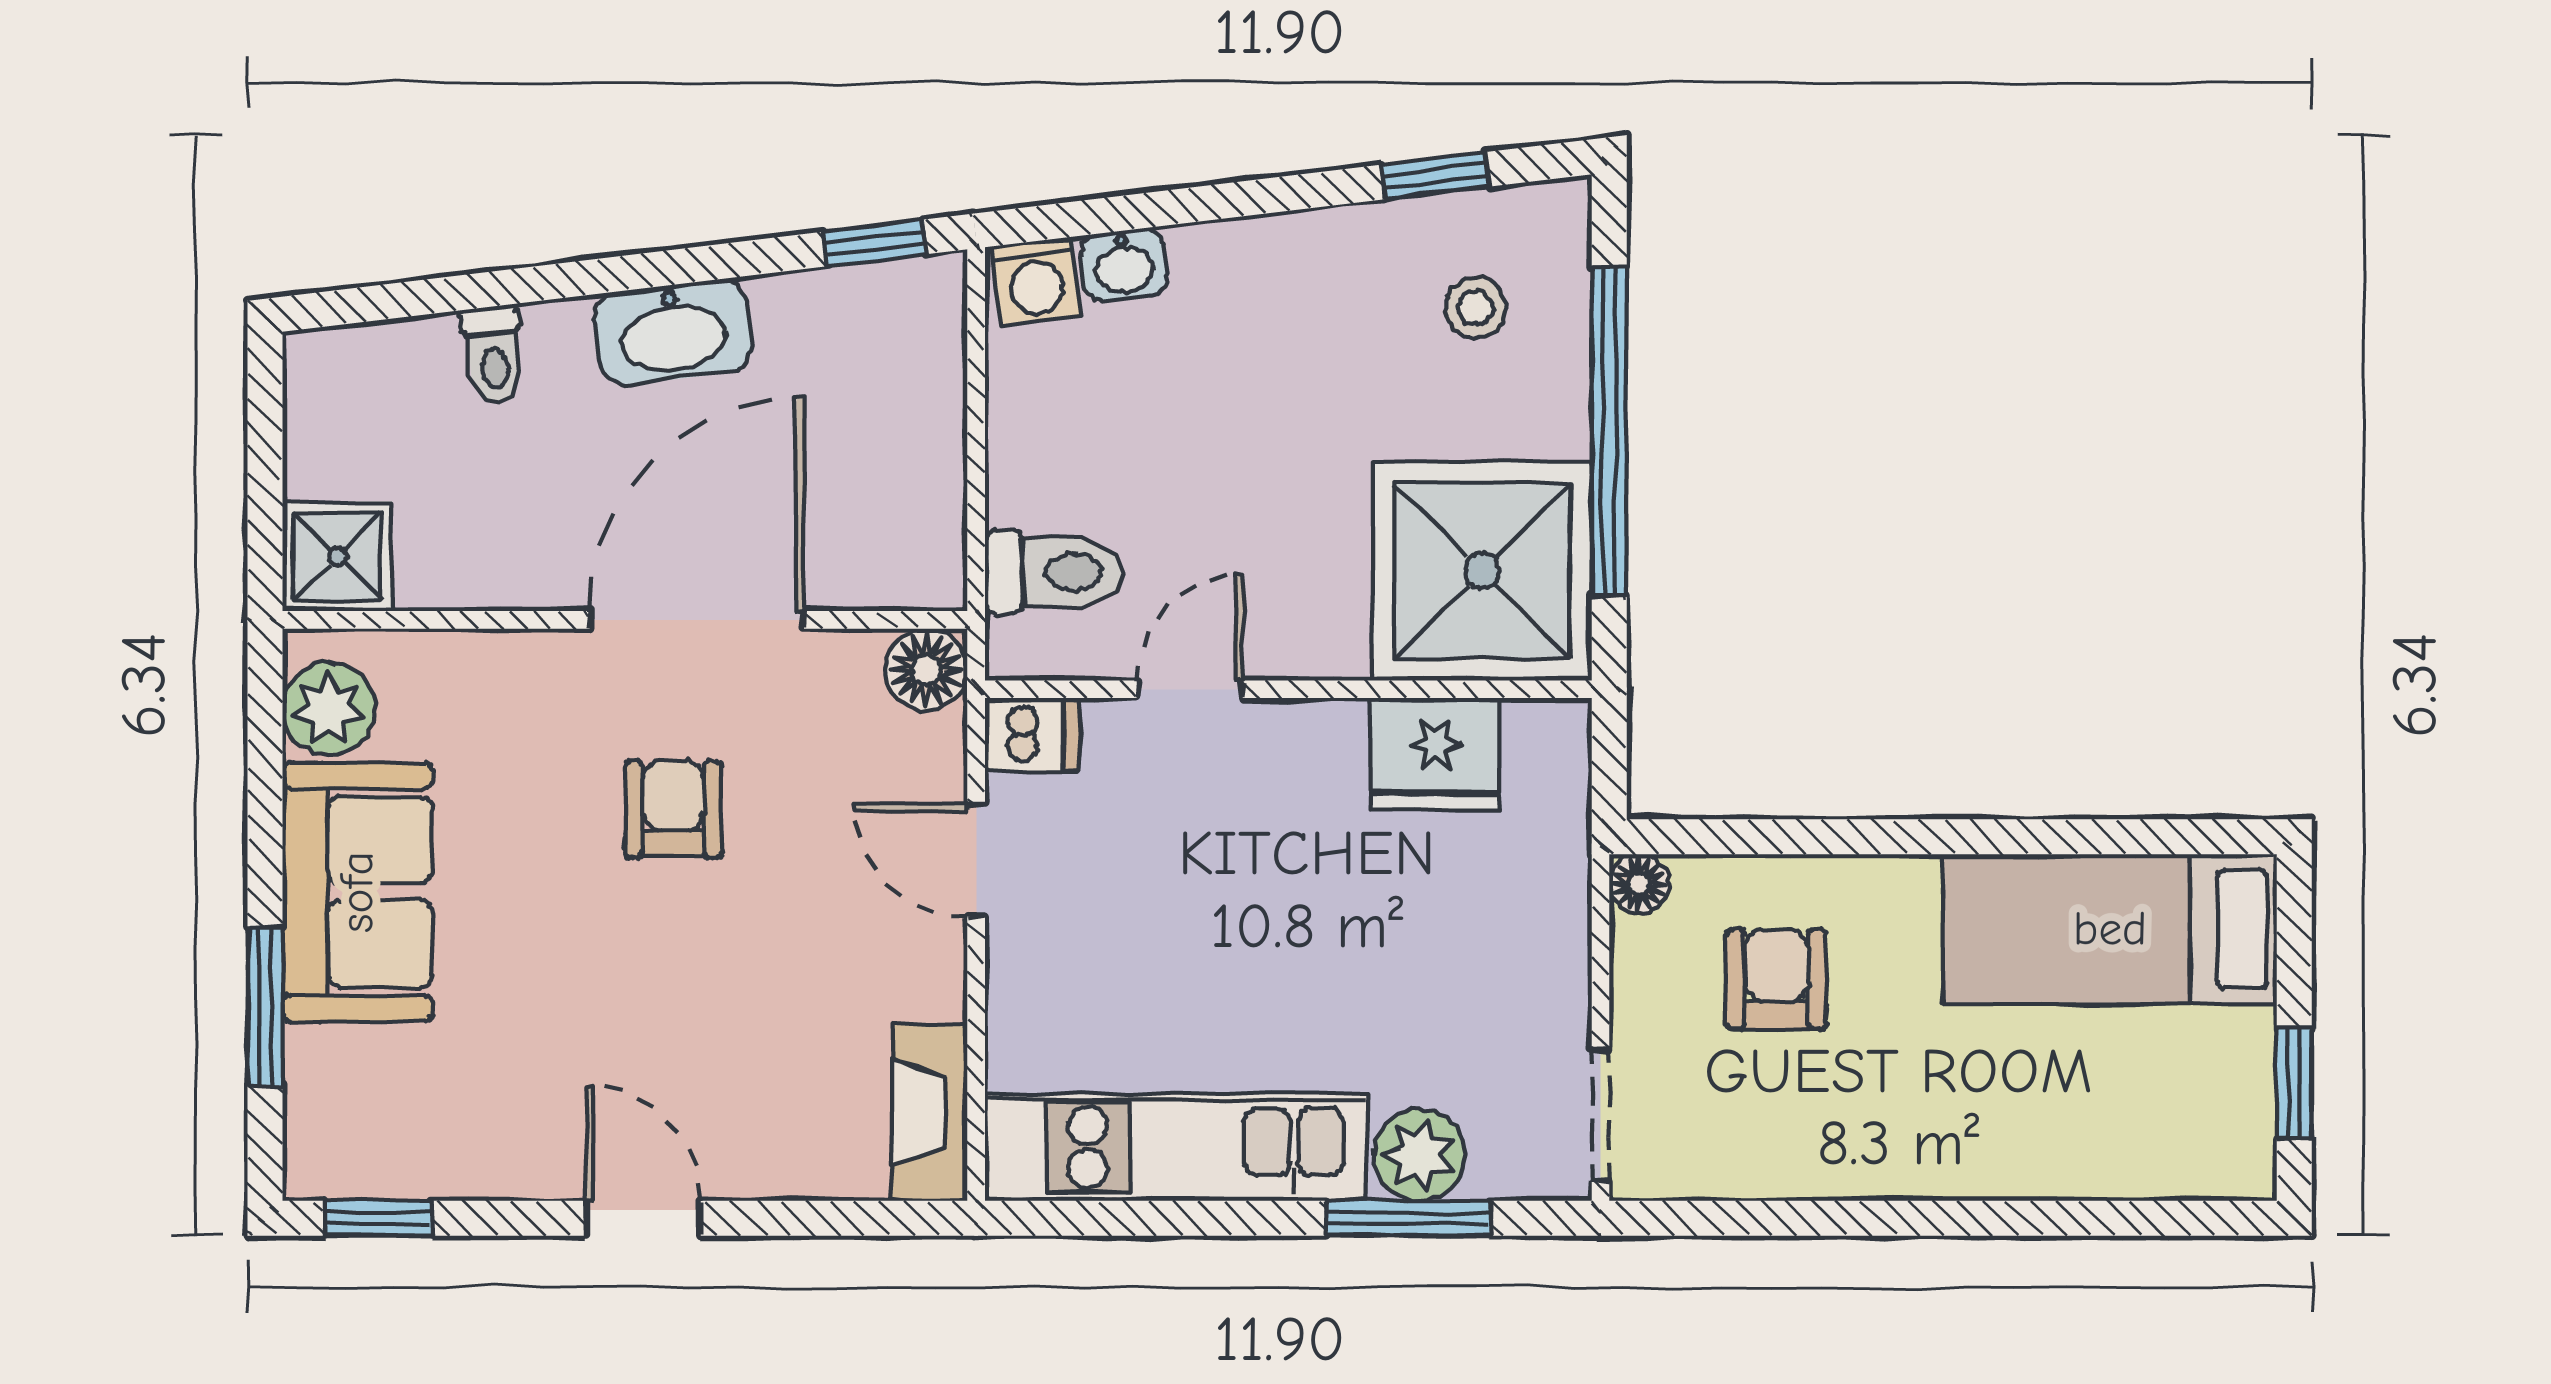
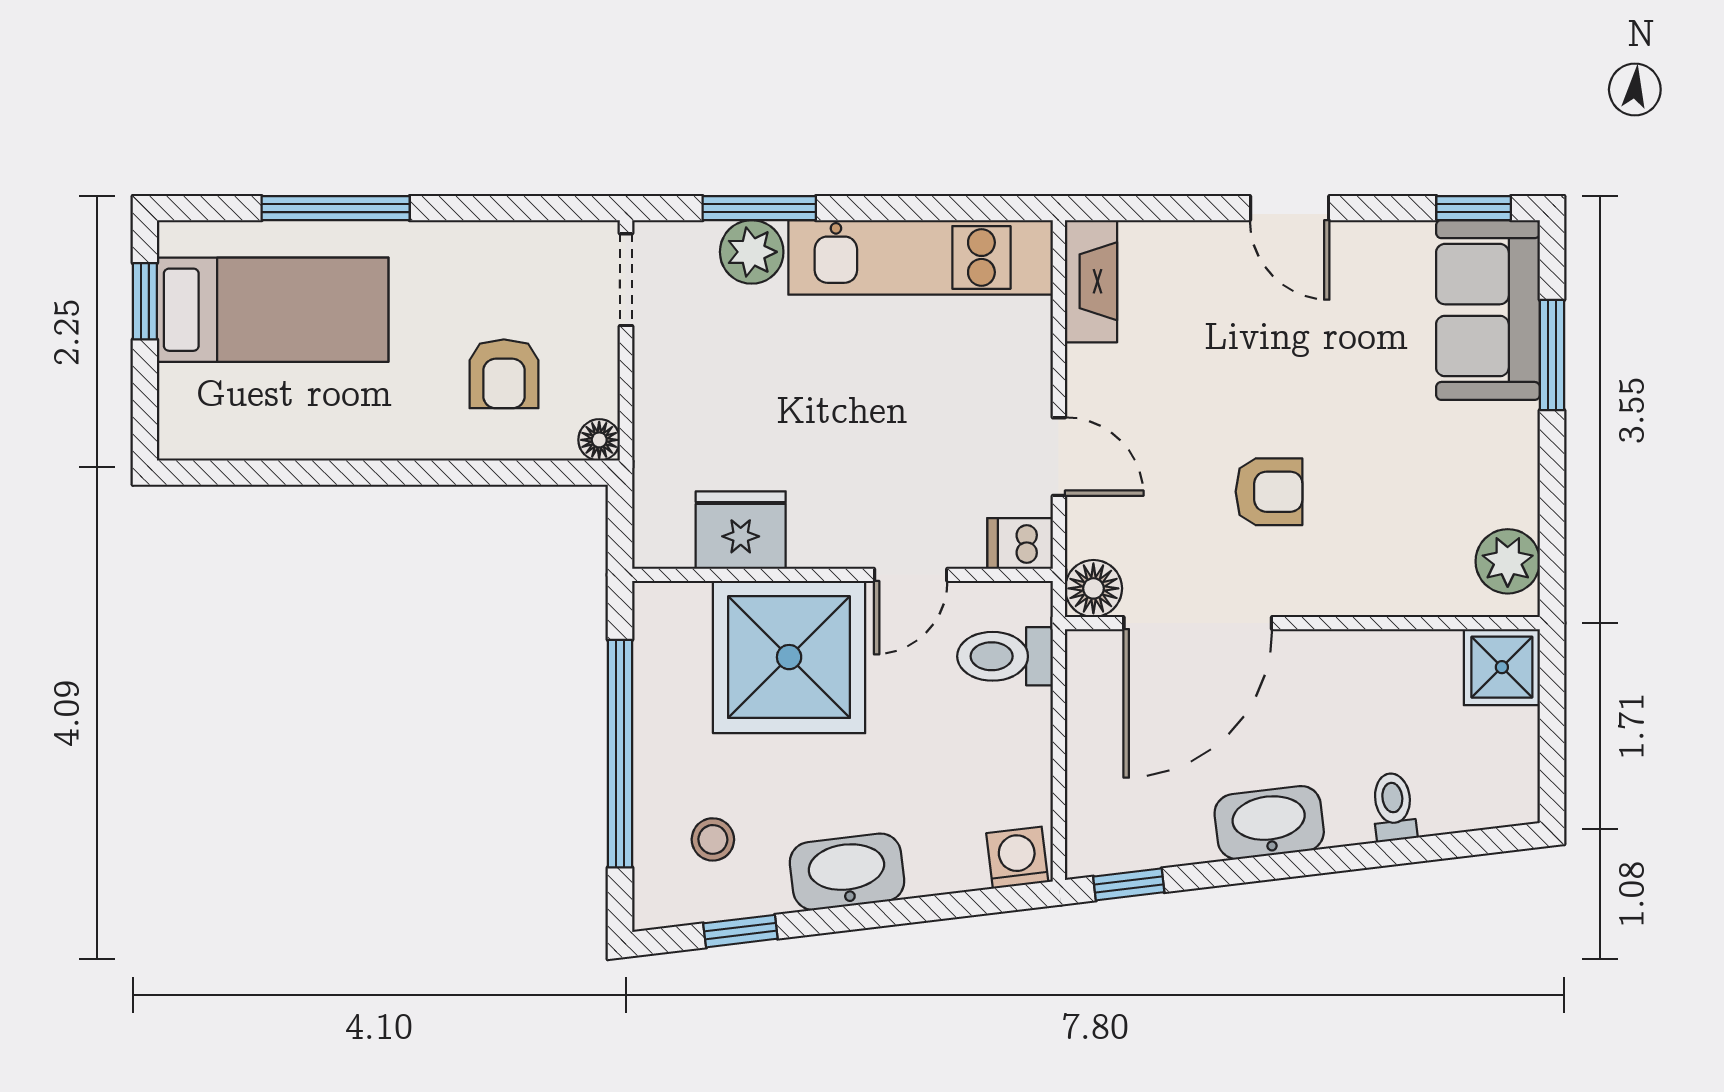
washbasin: (1124, 265) -> (847, 872), moved, width x1.91, depth x1.45
shower: (1482, 571) -> (789, 657), moved
door: (697, 620) -> (1198, 623), moved
armchair: (673, 809) -> (1269, 492), turned -90
sofa: (357, 892) -> (1488, 310), moved
bed: (2110, 929) -> (273, 310), moved
window: (2019, 1218) -> (336, 208), added

